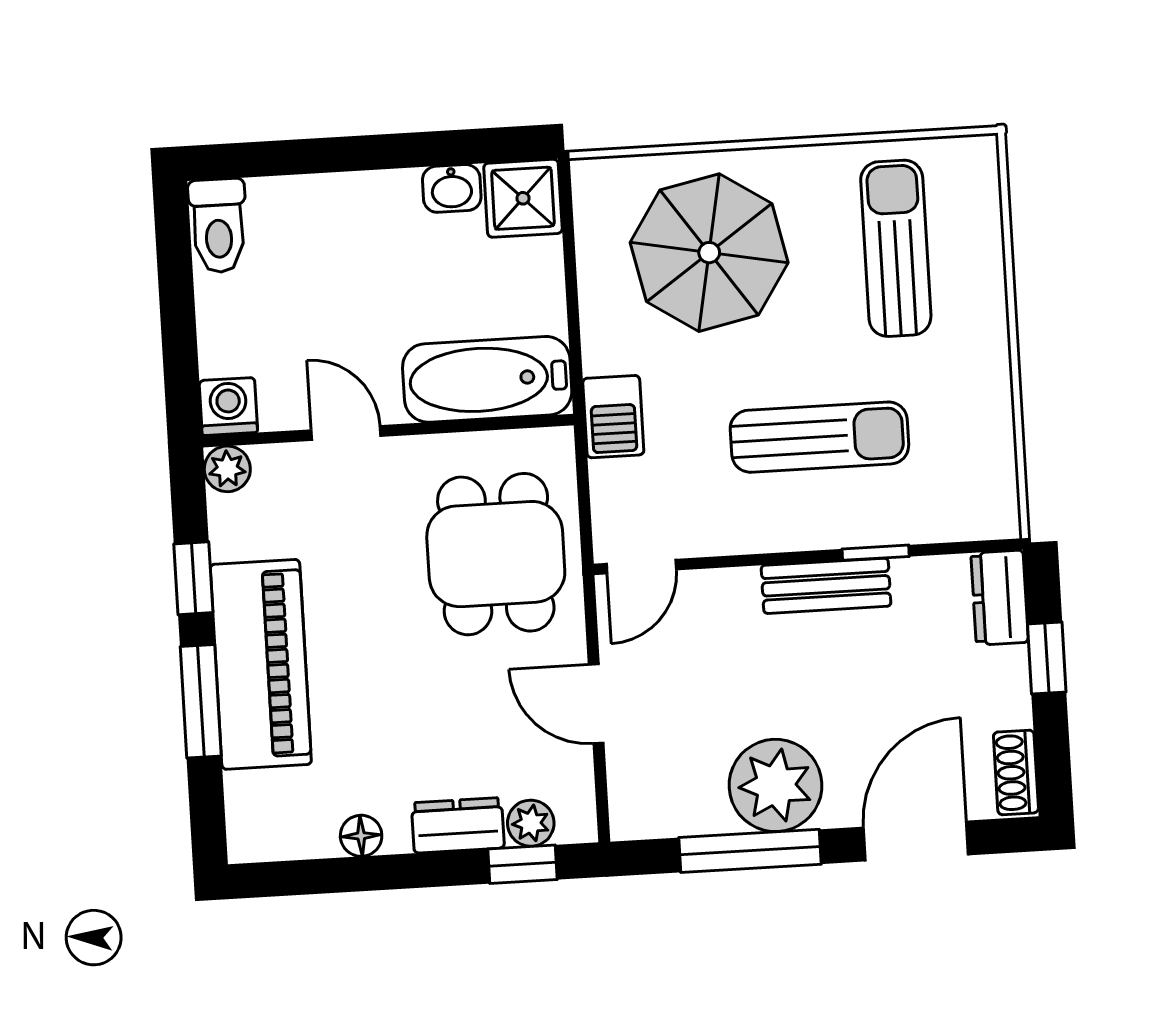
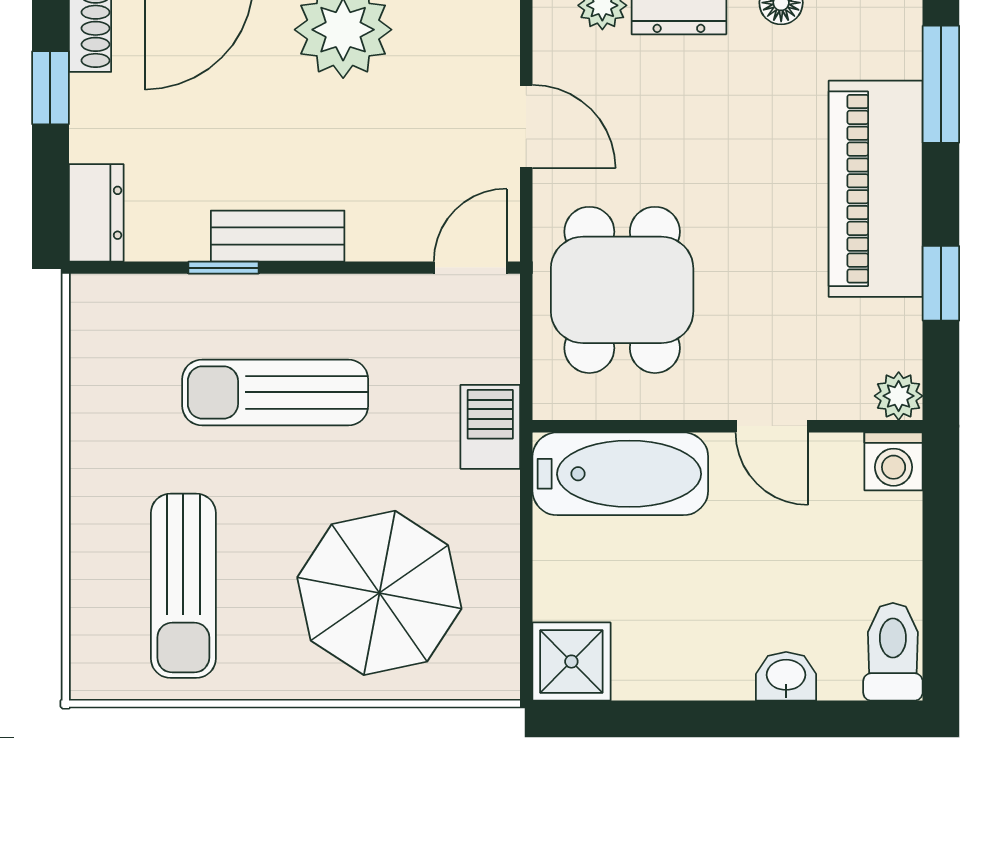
washbasin: (452, 188) -> (786, 676), moved
window: (1047, 658) -> (50, 88), moved
window: (201, 701) -> (941, 84), moved

